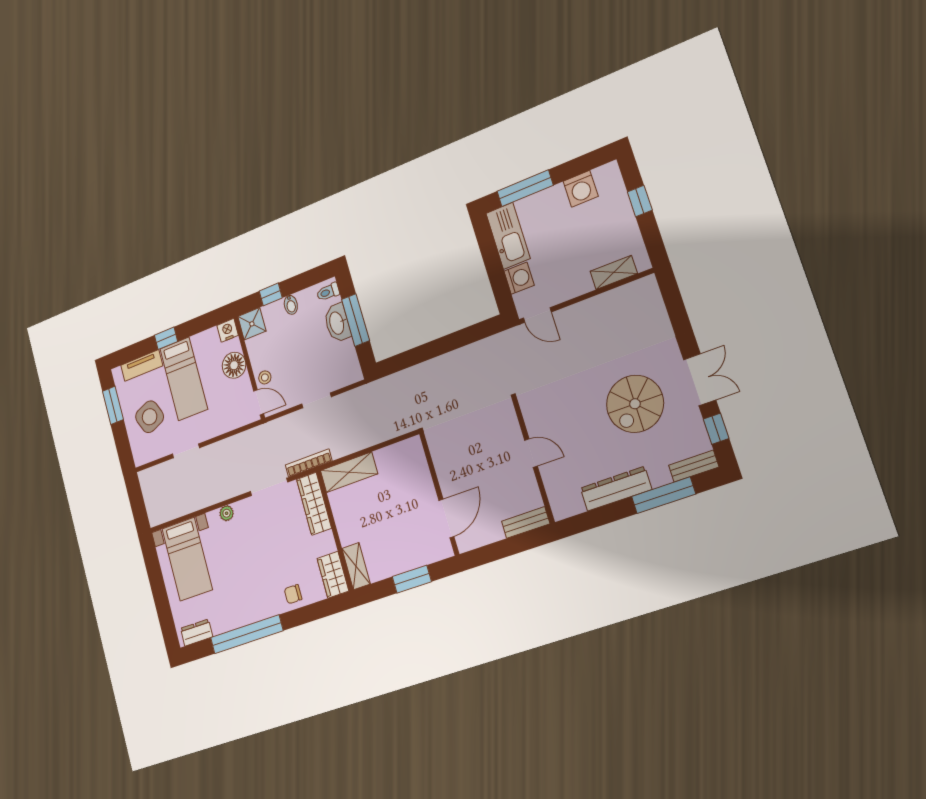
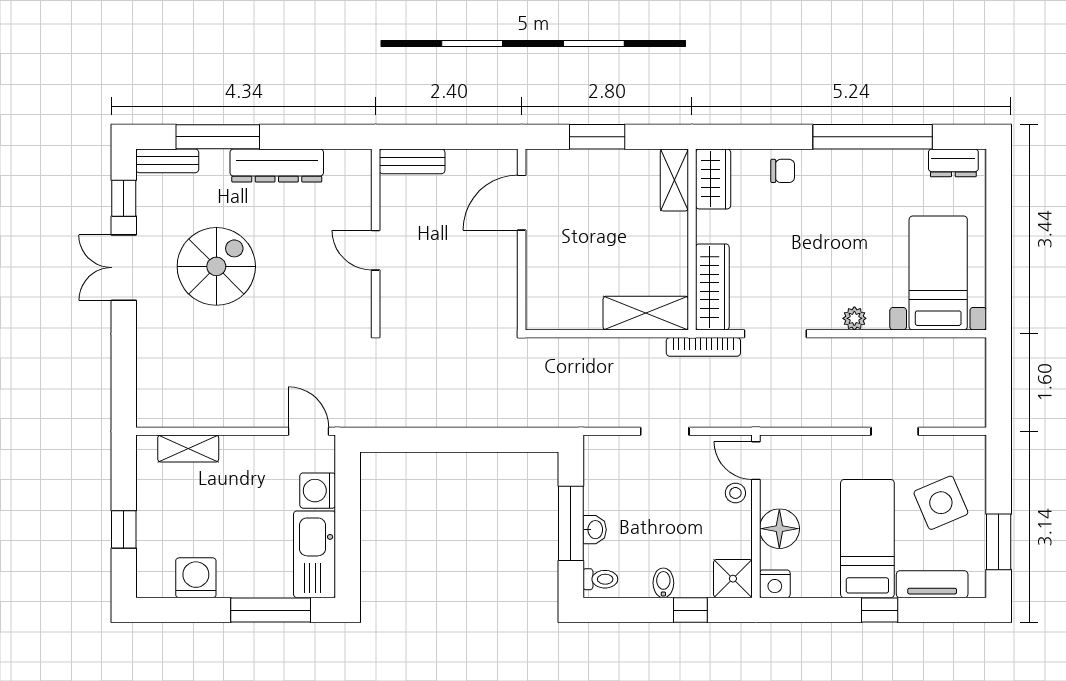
washbasin: (337, 323) -> (595, 530), width x0.52, depth x0.69

